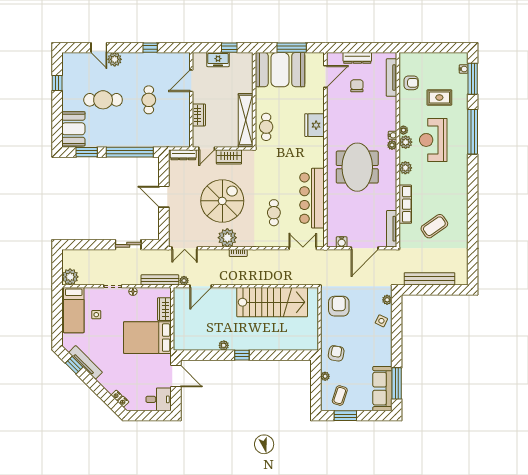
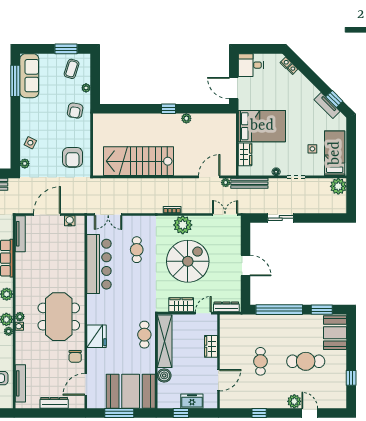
boiler: (246, 86) -> (164, 375), added
chair: (357, 86) -> (75, 356), moved
meeting table: (357, 167) -> (59, 317), moved
spiral stairs: (222, 201) -> (188, 261), turned 180
tv unit: (85, 362) -> (327, 105), width x0.71

